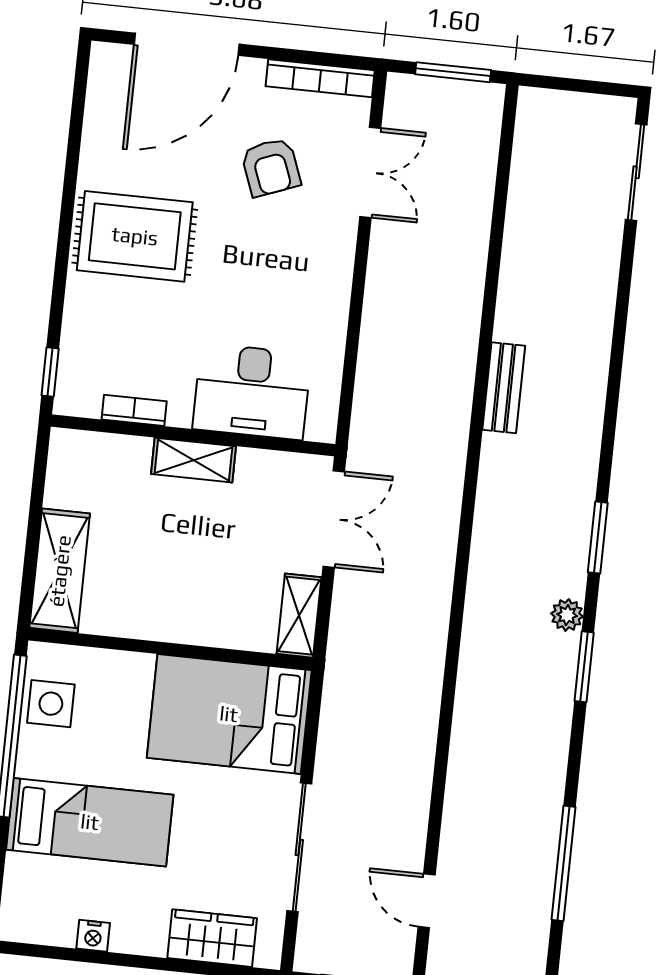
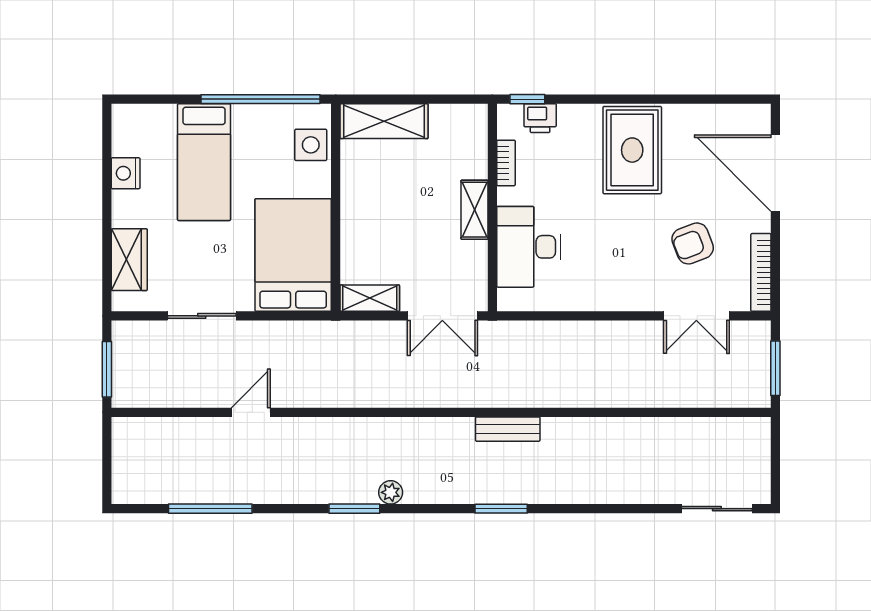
printer: (78, 357) -> (540, 118), added
bench: (504, 388) -> (508, 429), moved
window: (598, 537) -> (501, 509), moved
side table: (51, 704) -> (311, 145), moved
sliding door: (299, 847) -> (202, 316), width x0.73
door: (427, 901) -> (251, 412), moved
nightstand: (93, 936) -> (126, 173), width x1.39, depth x1.35

